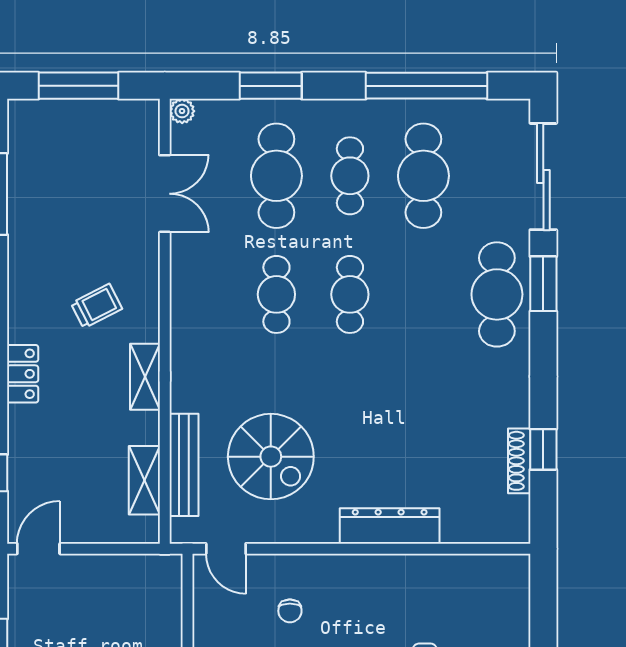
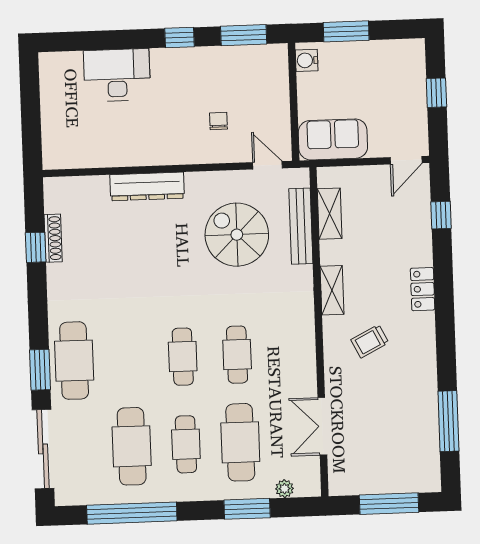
plant: (182, 111) -> (285, 489), moved
sofa: (136, 580) -> (333, 139), added

